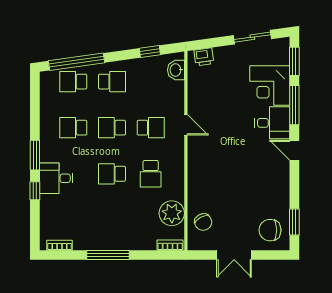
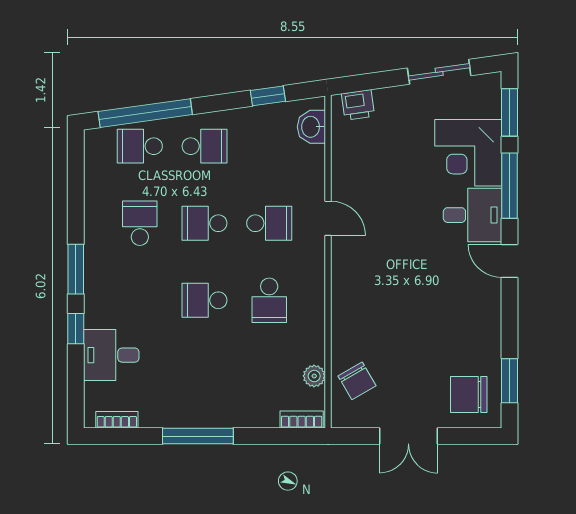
school desk: (73, 128) -> (140, 223), turned 90
desk: (56, 178) -> (111, 355), moved
plant: (172, 213) -> (314, 376), width x0.53, depth x0.53

